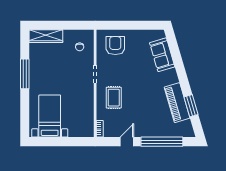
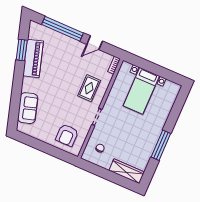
bed with nightstands: (50, 116) -> (141, 91), moved

